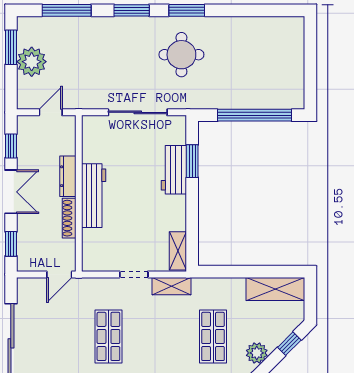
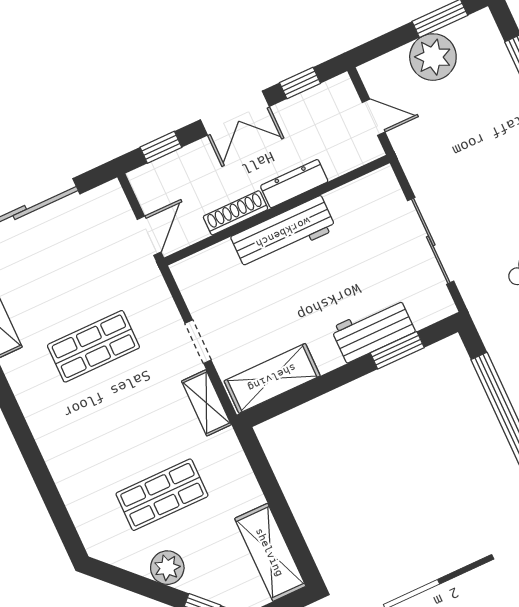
shelving: (178, 251) -> (272, 378), width x1.50, depth x1.33
door: (59, 274) -> (149, 236), swing flipped

